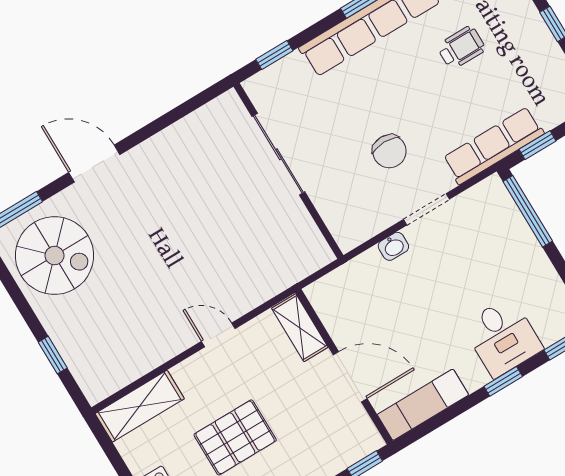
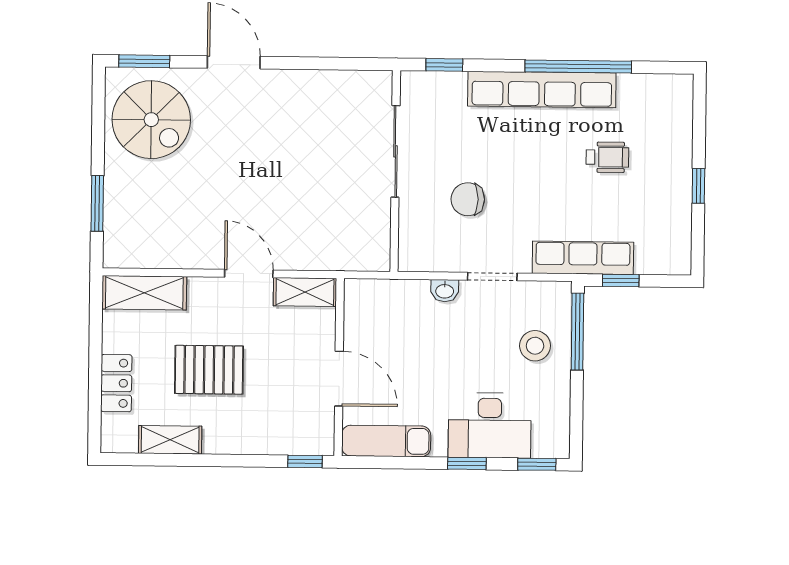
chair: (389, 151) -> (468, 199), moved, turned 90
stool: (499, 246) -> (535, 346), added
shelving: (300, 328) -> (305, 292), moved, turned 90
door: (218, 335) -> (249, 274), width x1.38
desk: (503, 337) -> (490, 425), width x1.37
window: (53, 355) -> (97, 203), width x1.50

